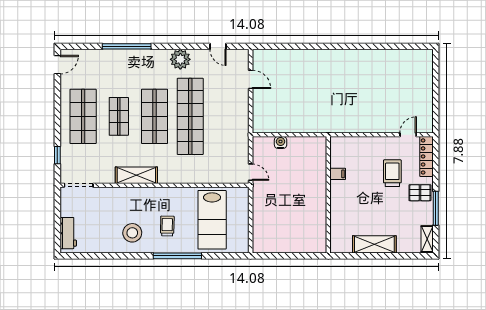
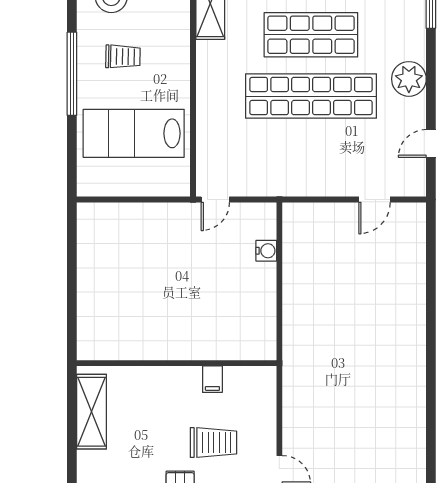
filing cabinet: (338, 174) -> (212, 379), moved
wall: (328, 195) -> (177, 363), moved

